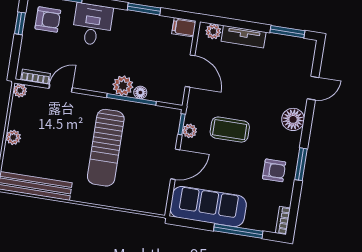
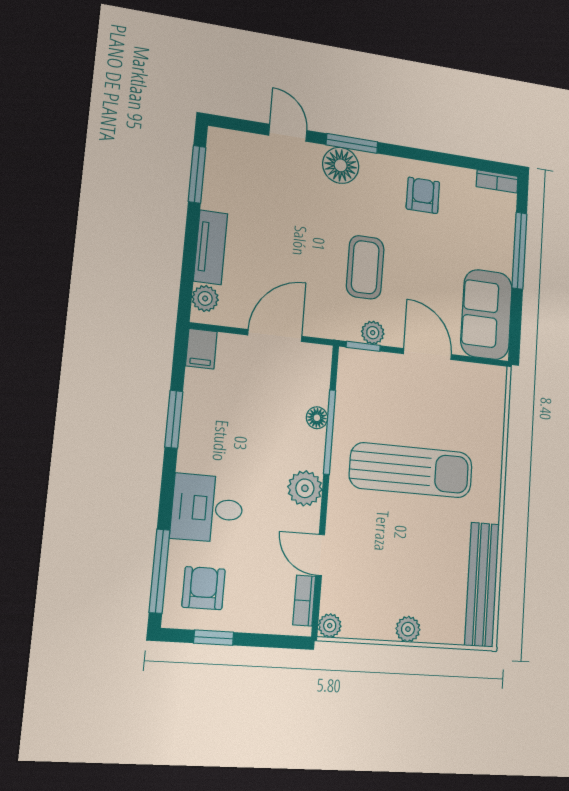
plant: (123, 86) -> (305, 488), moved
window: (301, 164) -> (352, 143), moved
sofa: (208, 207) -> (487, 314), width x0.73

